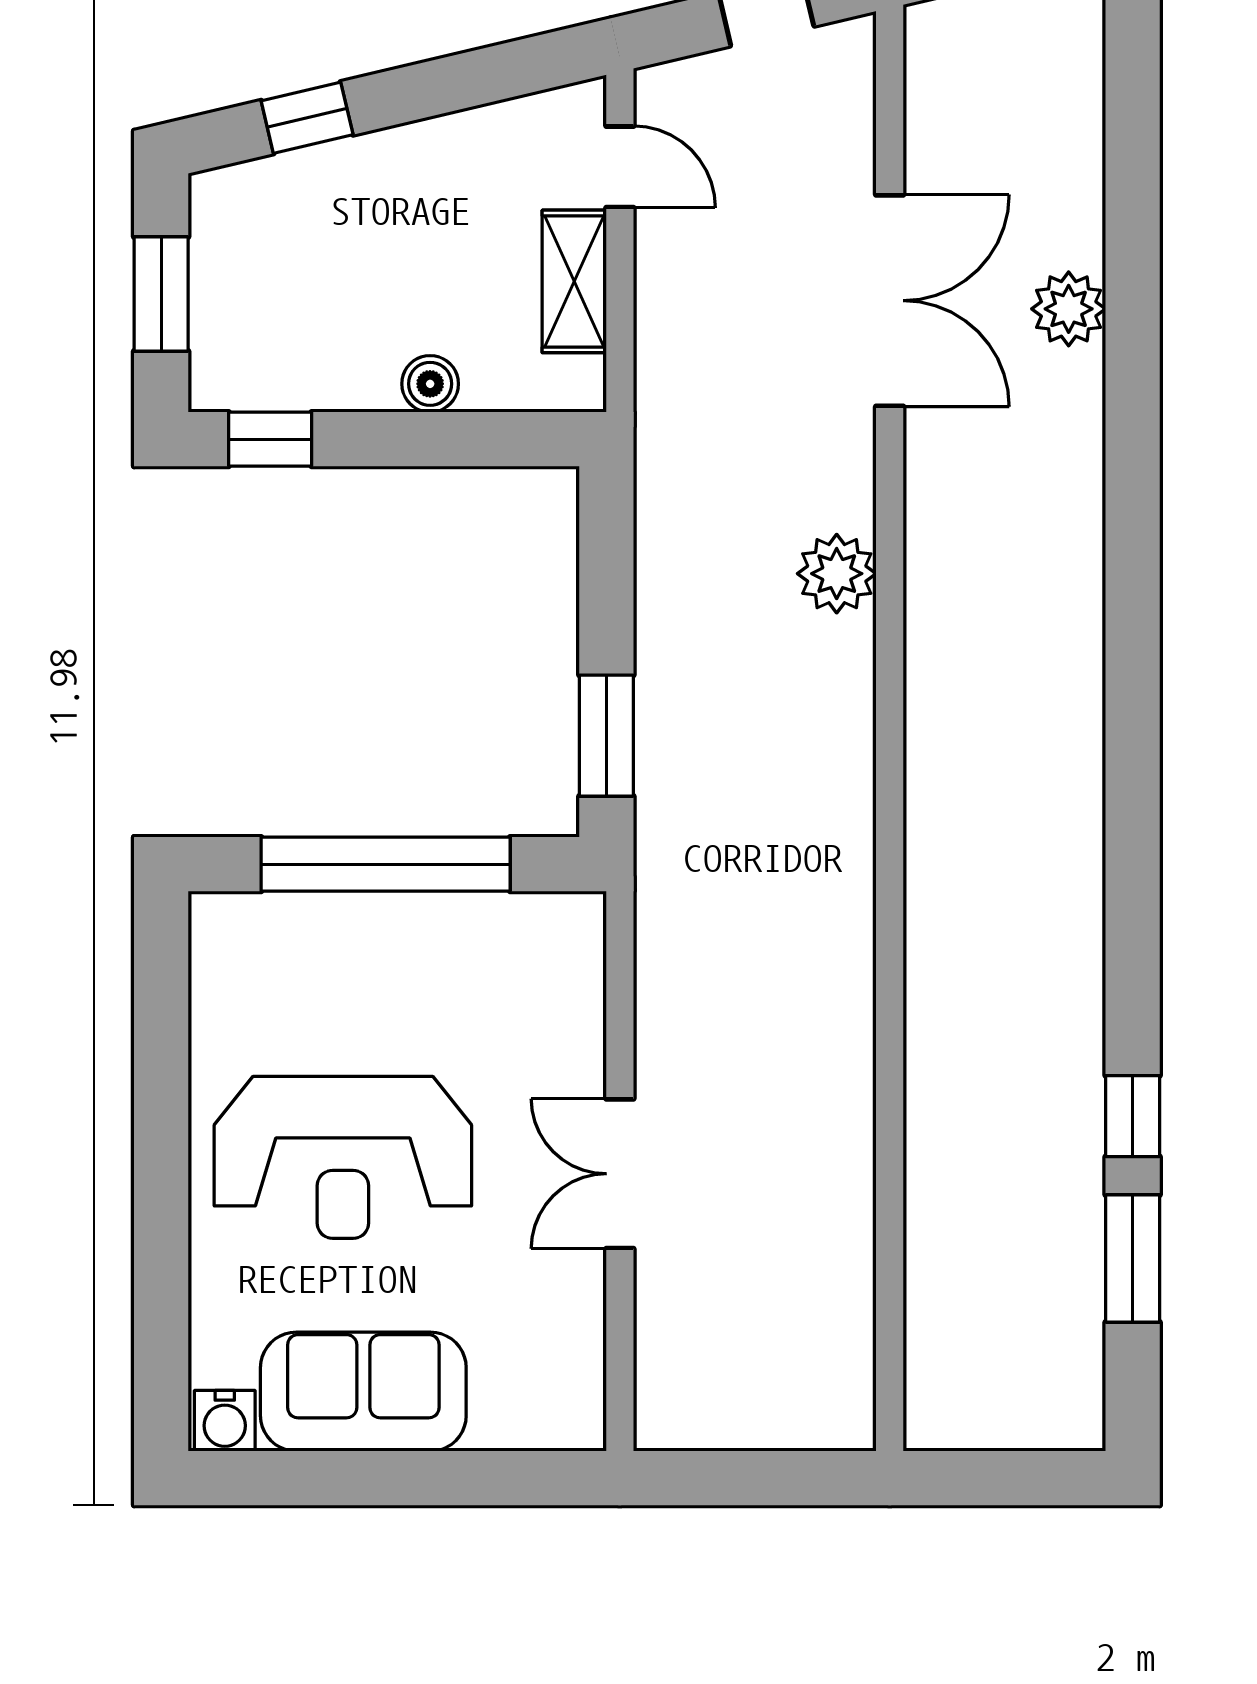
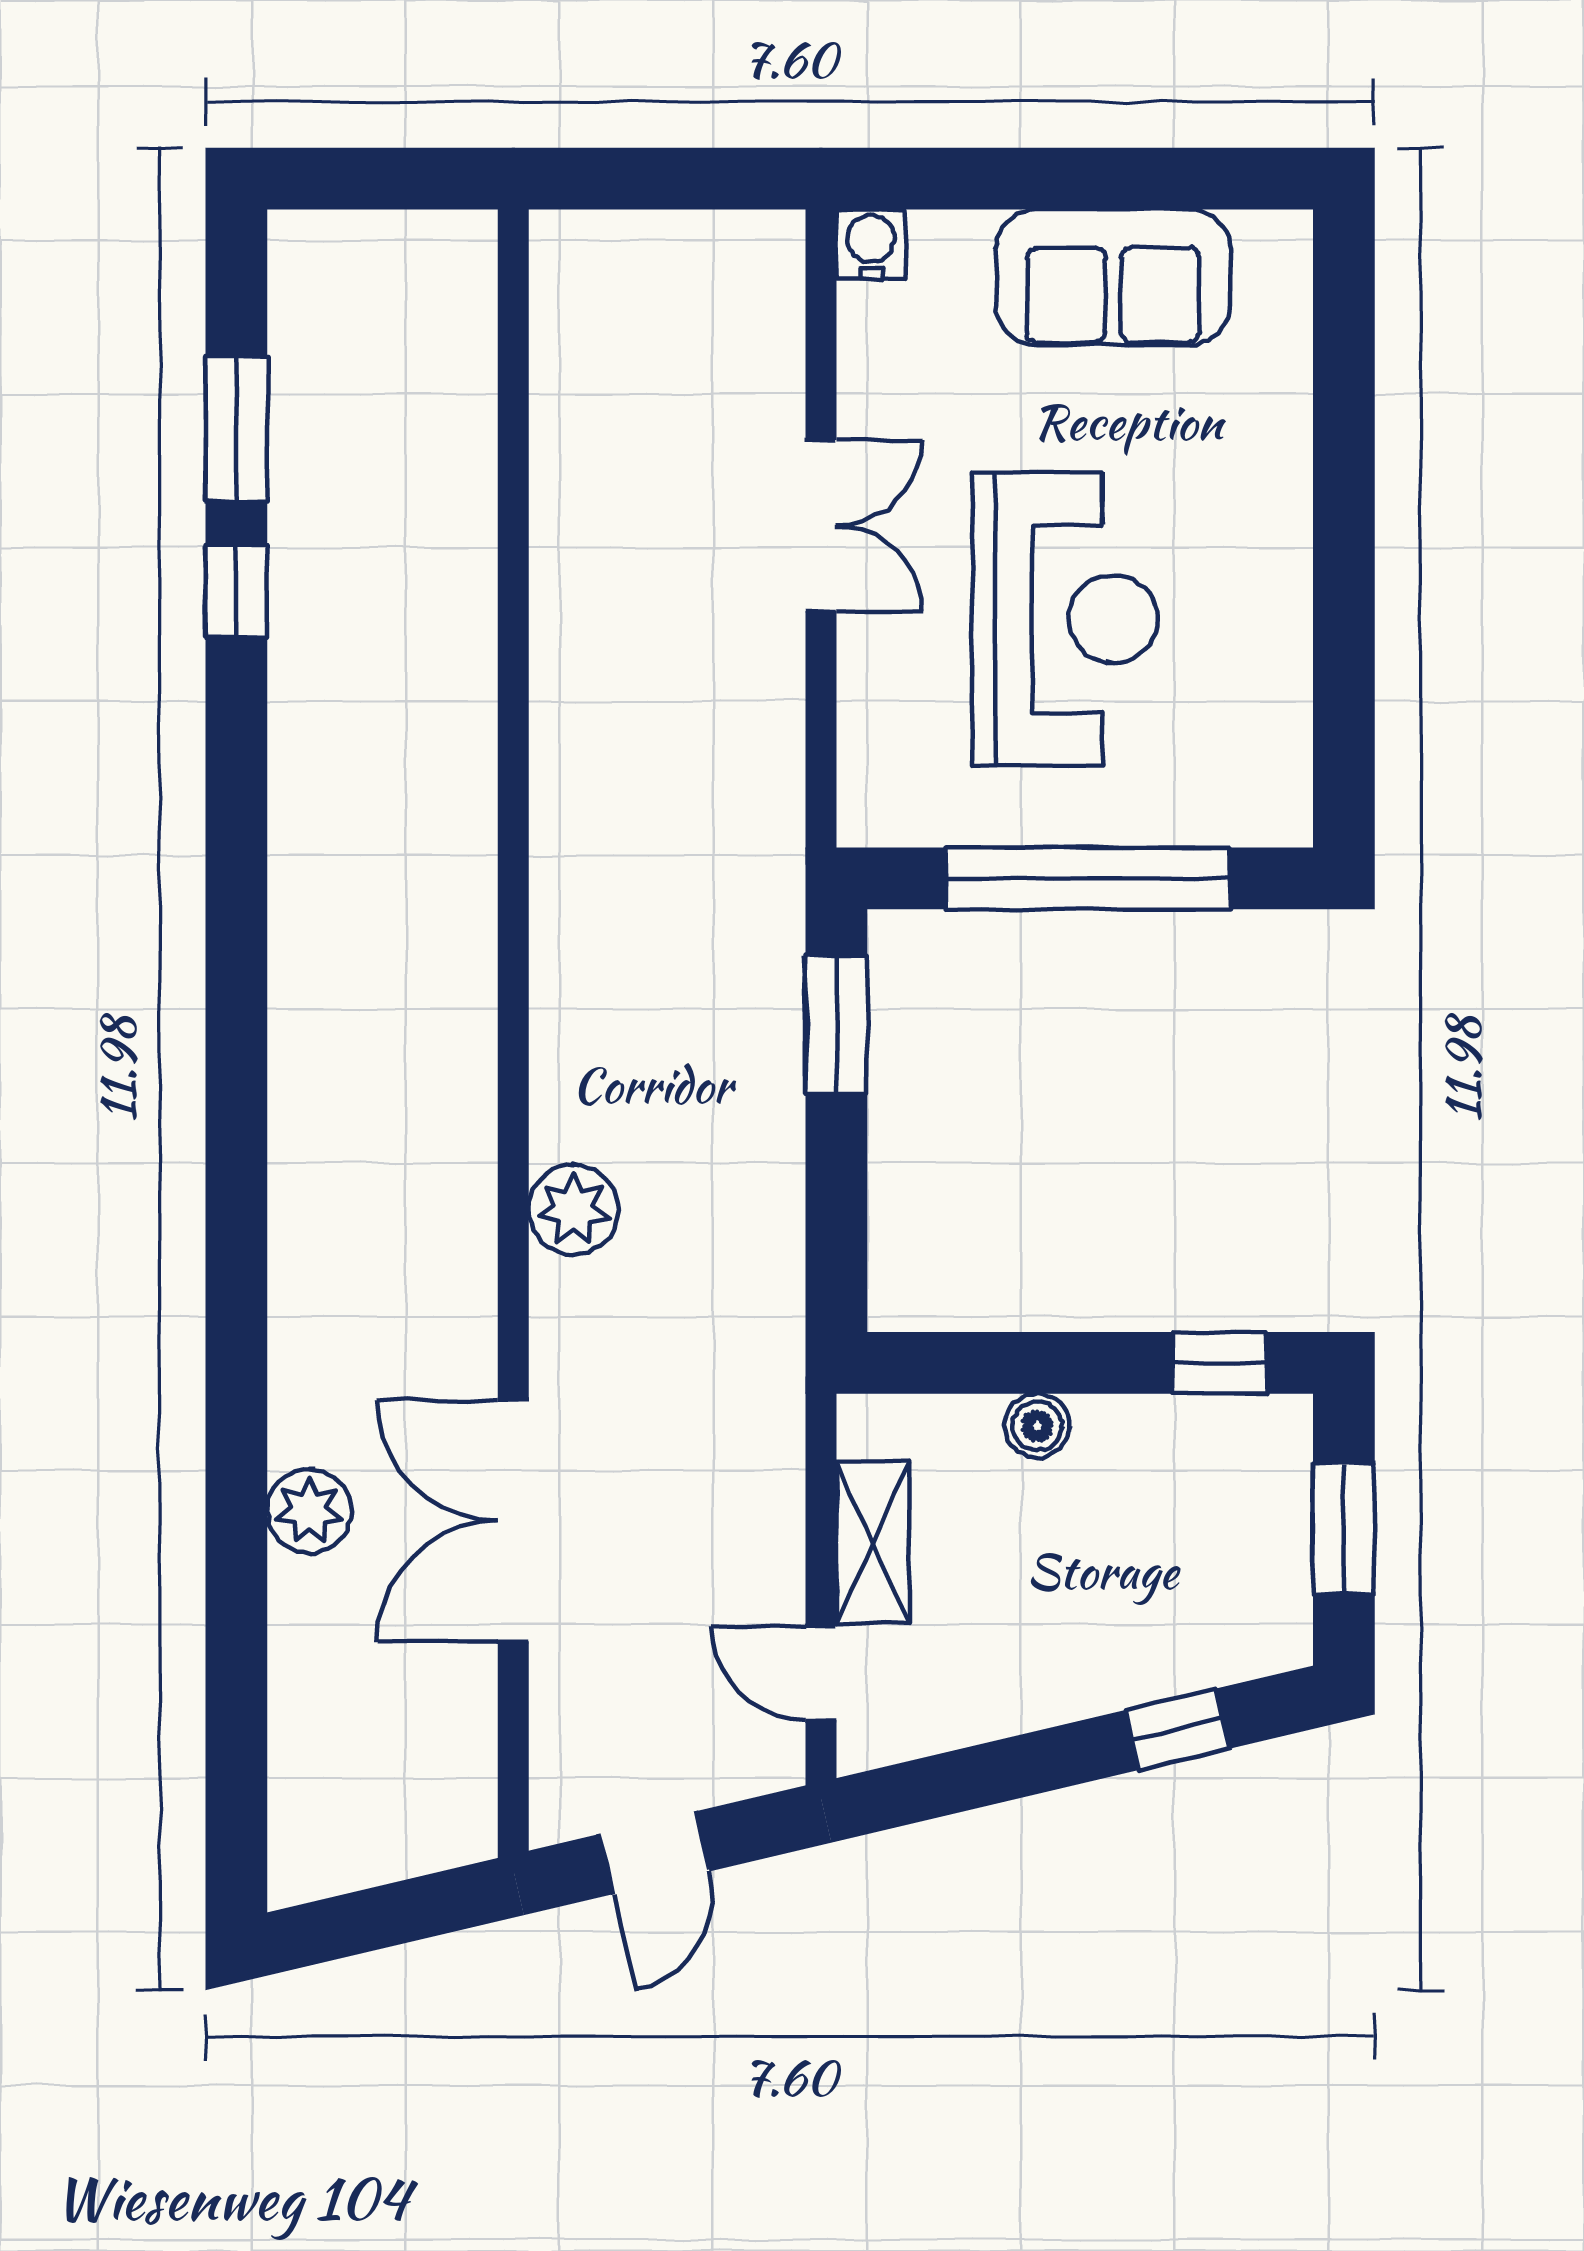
reception desk: (343, 1157) -> (1065, 619), moved, turned 90
water cooler: (225, 1421) -> (871, 244), moved

